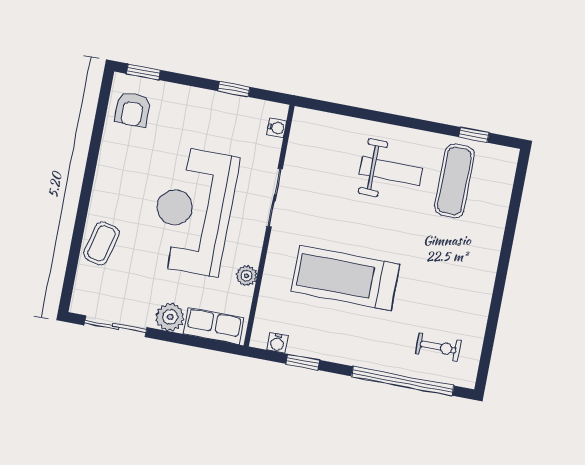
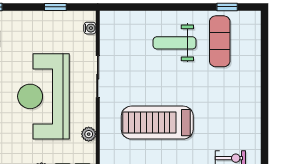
weight bench: (391, 171) -> (175, 43), turned 180

